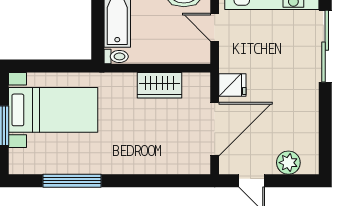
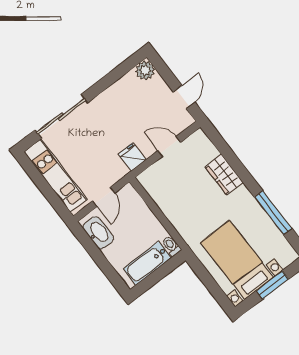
wardrobe: (159, 85) -> (224, 175), moved, turned 180
door: (215, 129) -> (169, 146), width x0.53
plant: (288, 163) -> (145, 70), moved

